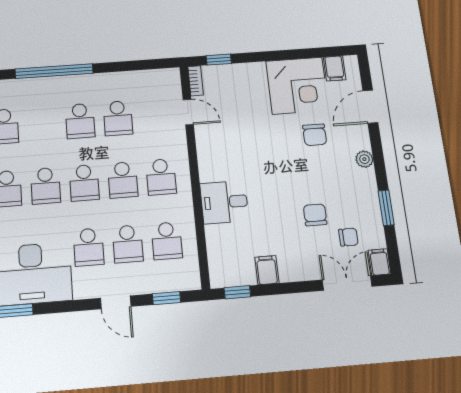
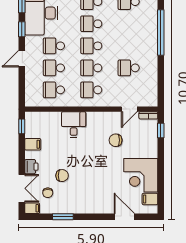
school desk: (80, 121) -> (129, 46), removed
chair: (315, 135) -> (116, 140), moved
plant: (364, 159) -> (93, 209), removed
printer: (307, 269) -> (31, 167), added
window: (167, 298) -> (22, 29), moved

